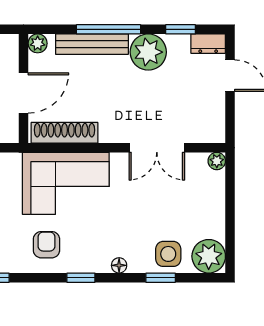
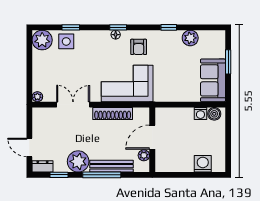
plant: (38, 43) -> (144, 155), moved
shoe rack: (65, 133) -> (113, 113), moved
floor lamp: (119, 265) -> (116, 35), moved

